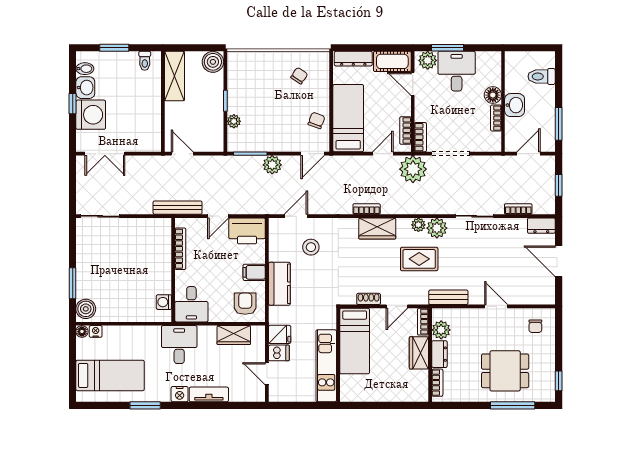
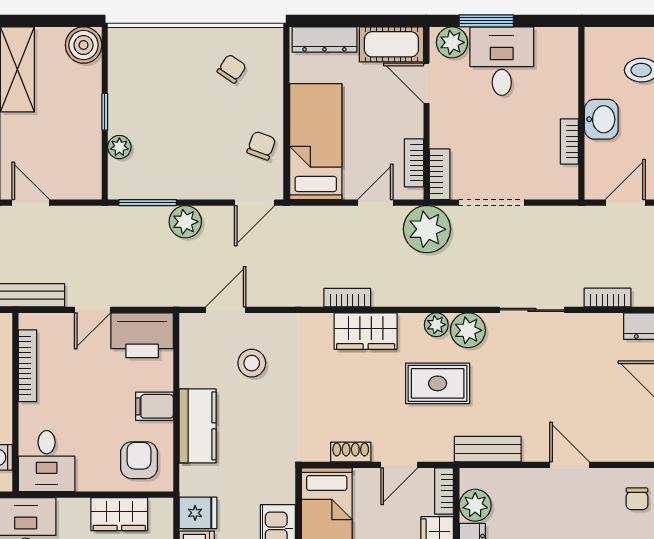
floor lamp: (493, 95) -> (564, 102), removed

